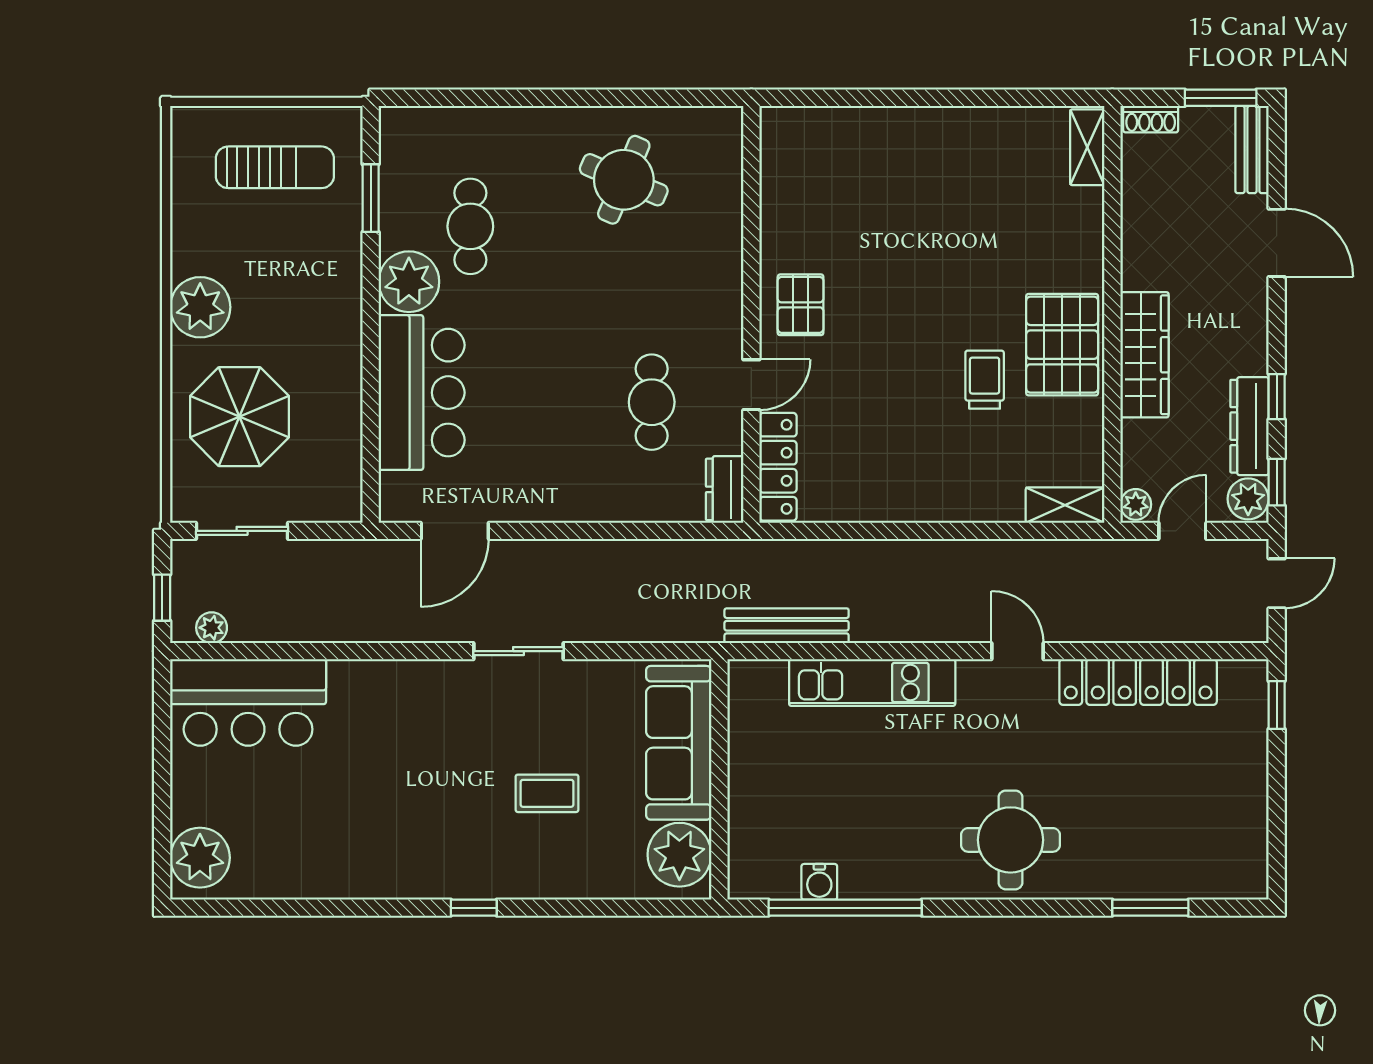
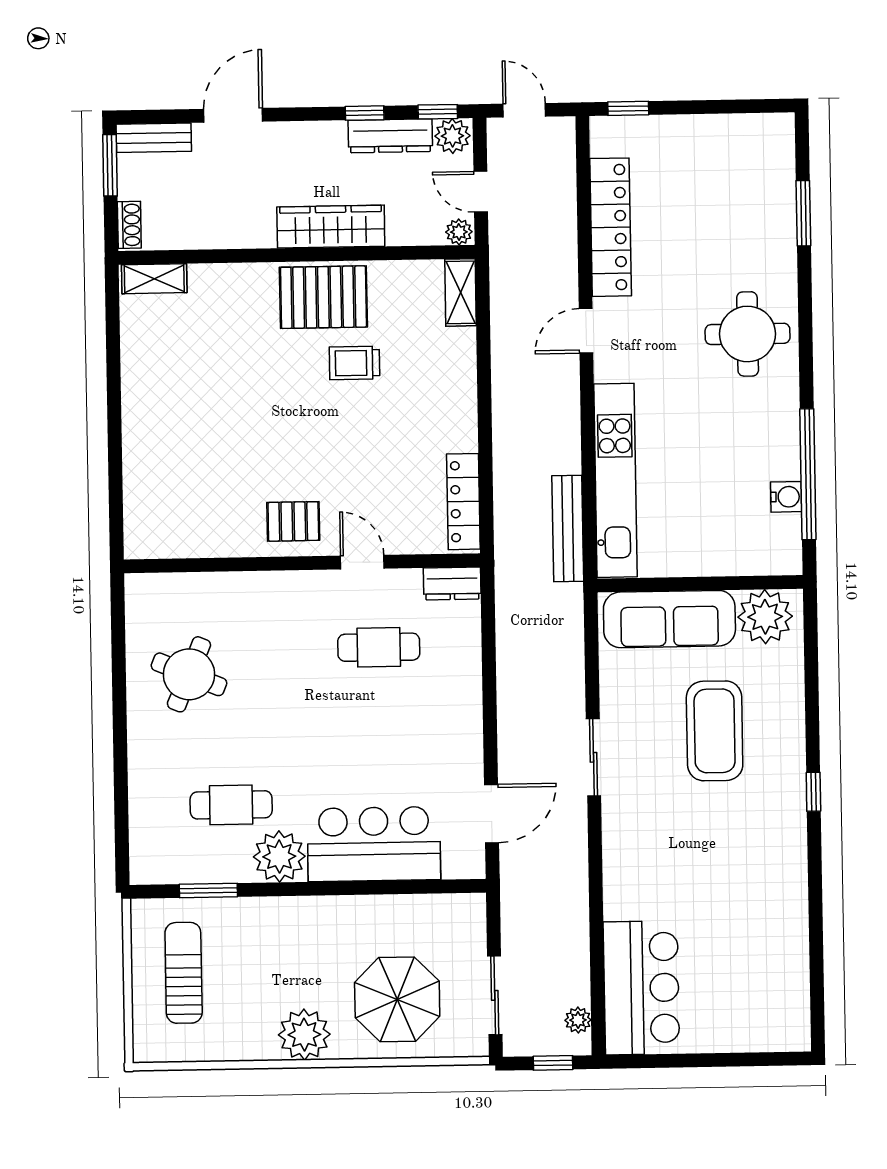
locker: (778, 467) -> (463, 502), moved, turned -90
door: (455, 531) -> (492, 814), hinge flipped
kitchen unit: (872, 683) -> (616, 480), width x1.36
coffee table: (547, 793) -> (715, 731), width x1.86, depth x1.72
plant: (200, 858) -> (775, 1027), removed

